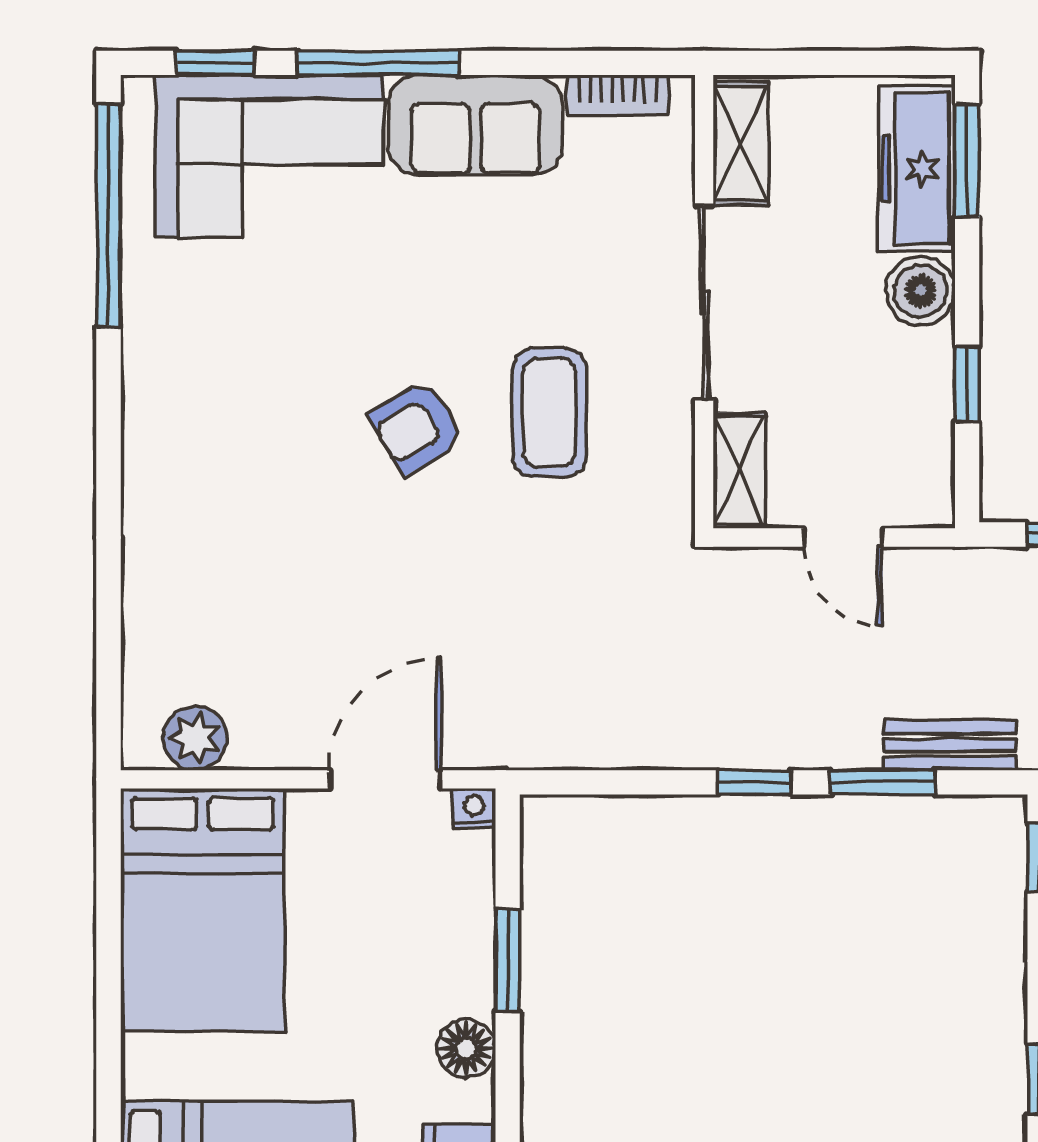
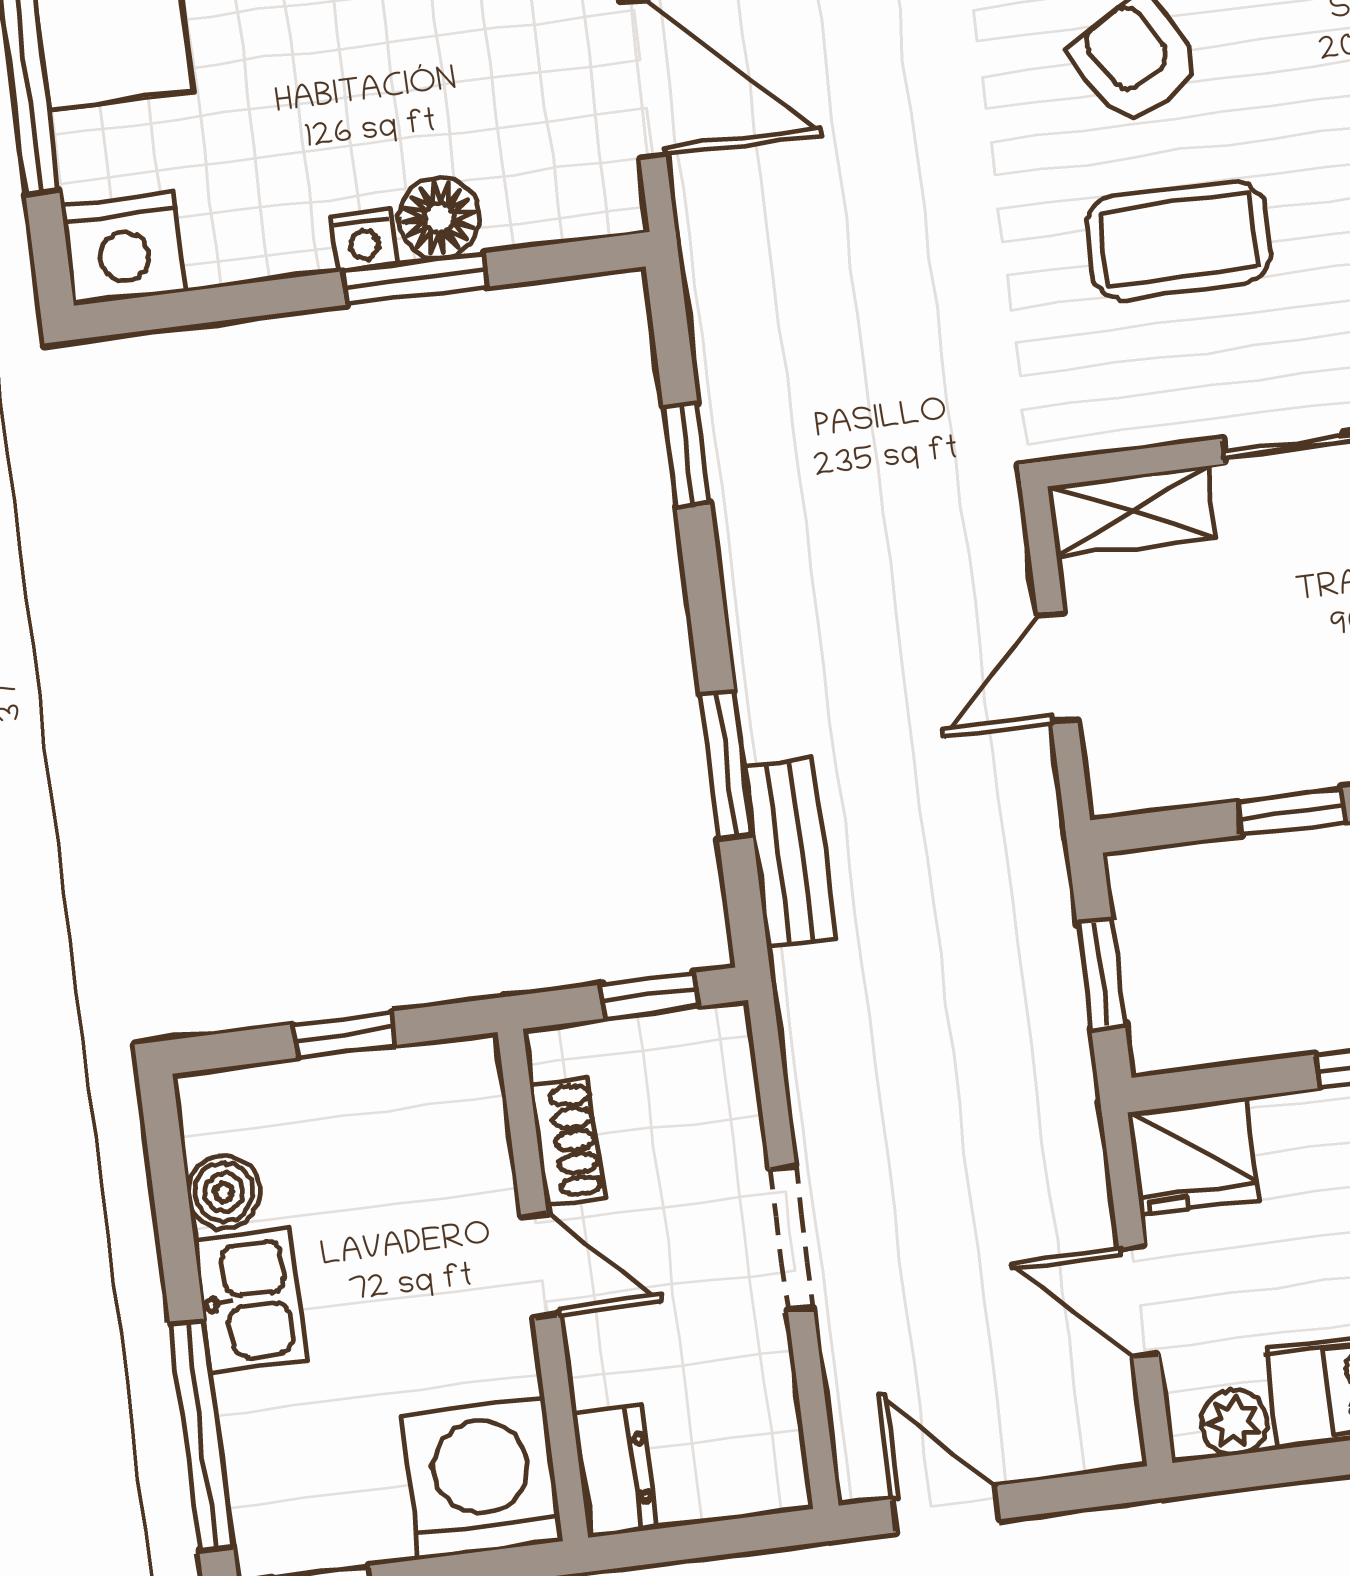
window: (755, 782) -> (687, 455), moved
nightstand: (474, 809) -> (364, 240), moved, turned 90
floor lamp: (466, 1048) -> (439, 218), moved

